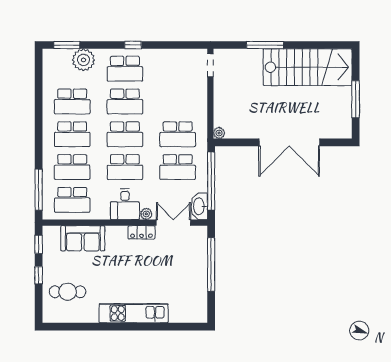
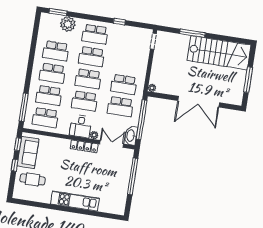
window: (133, 45) -> (119, 22), moved
locker: (141, 232) -> (84, 146), width x1.53
sofa: (83, 238) -> (28, 153), moved, turned -90

